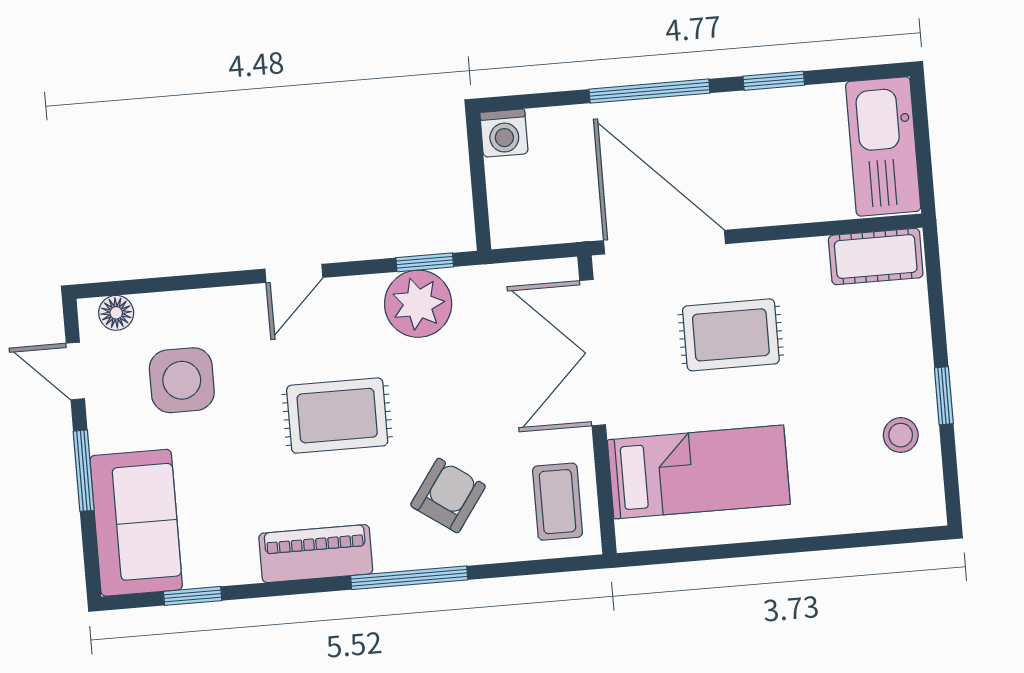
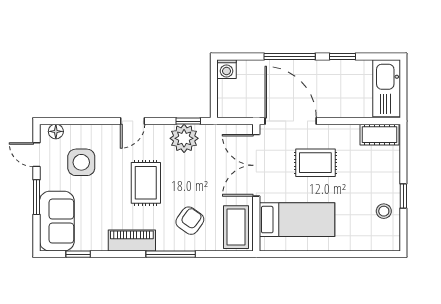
rug: (337, 416) -> (146, 183), turned 90
coffee table: (558, 502) -> (236, 227), width x1.36, depth x1.30

